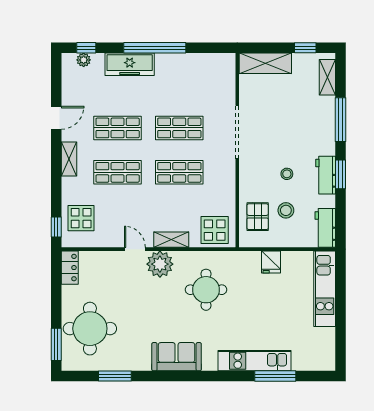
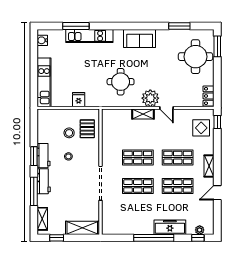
workbench: (325, 228) -> (44, 181), moved
display table: (215, 230) -> (115, 120), removed
water cooler: (327, 354) -> (42, 40), added

